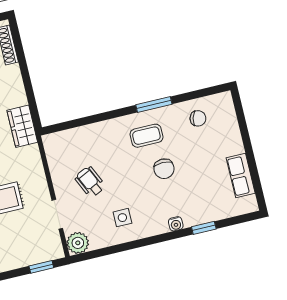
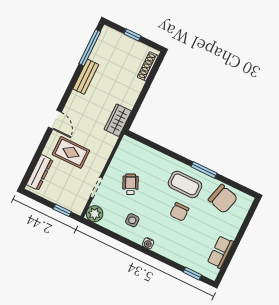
chair: (198, 118) -> (223, 199), width x1.87, depth x1.87
coffee table: (146, 136) -> (185, 184), width x1.36, depth x1.30
water cooler: (176, 224) -> (148, 243), moved
window: (204, 228) -> (192, 274), moved

